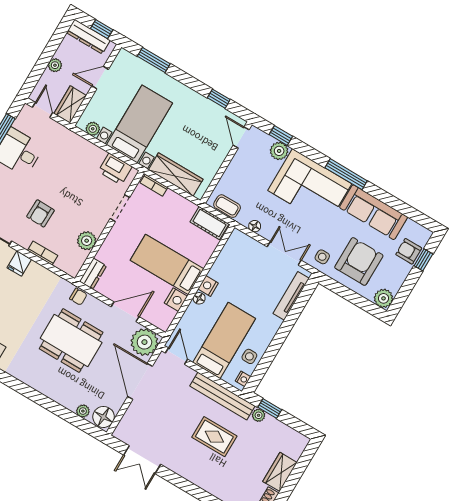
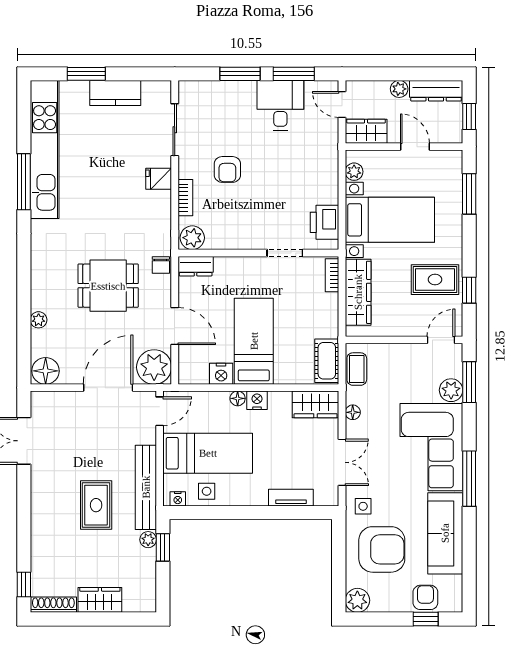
dresser: (88, 37) -> (436, 91), moved, turned -90
door: (43, 110) -> (342, 104), swing flipped
rug: (198, 117) -> (435, 280), added
window: (281, 135) -> (469, 382), width x1.50
armchair: (40, 213) -> (227, 169), turned -91
plant: (87, 241) -> (192, 238), moved
wardrobe: (234, 248) -> (316, 404), added
tv unit: (291, 296) -> (291, 498), width x0.71
dining table: (71, 340) -> (108, 286), width x0.73
plant: (83, 411) -> (39, 320), moved

